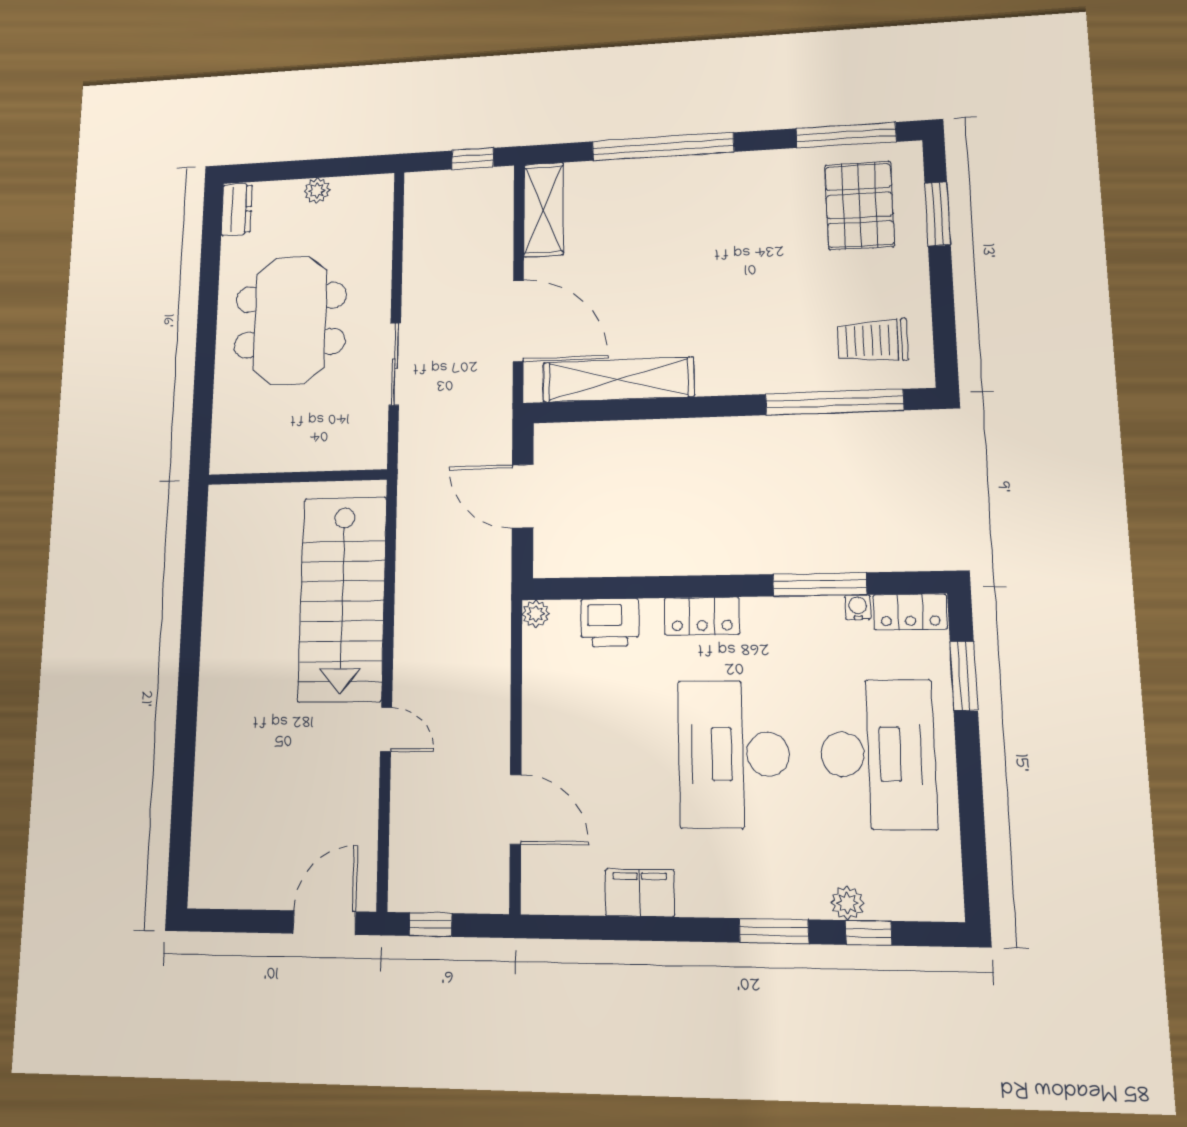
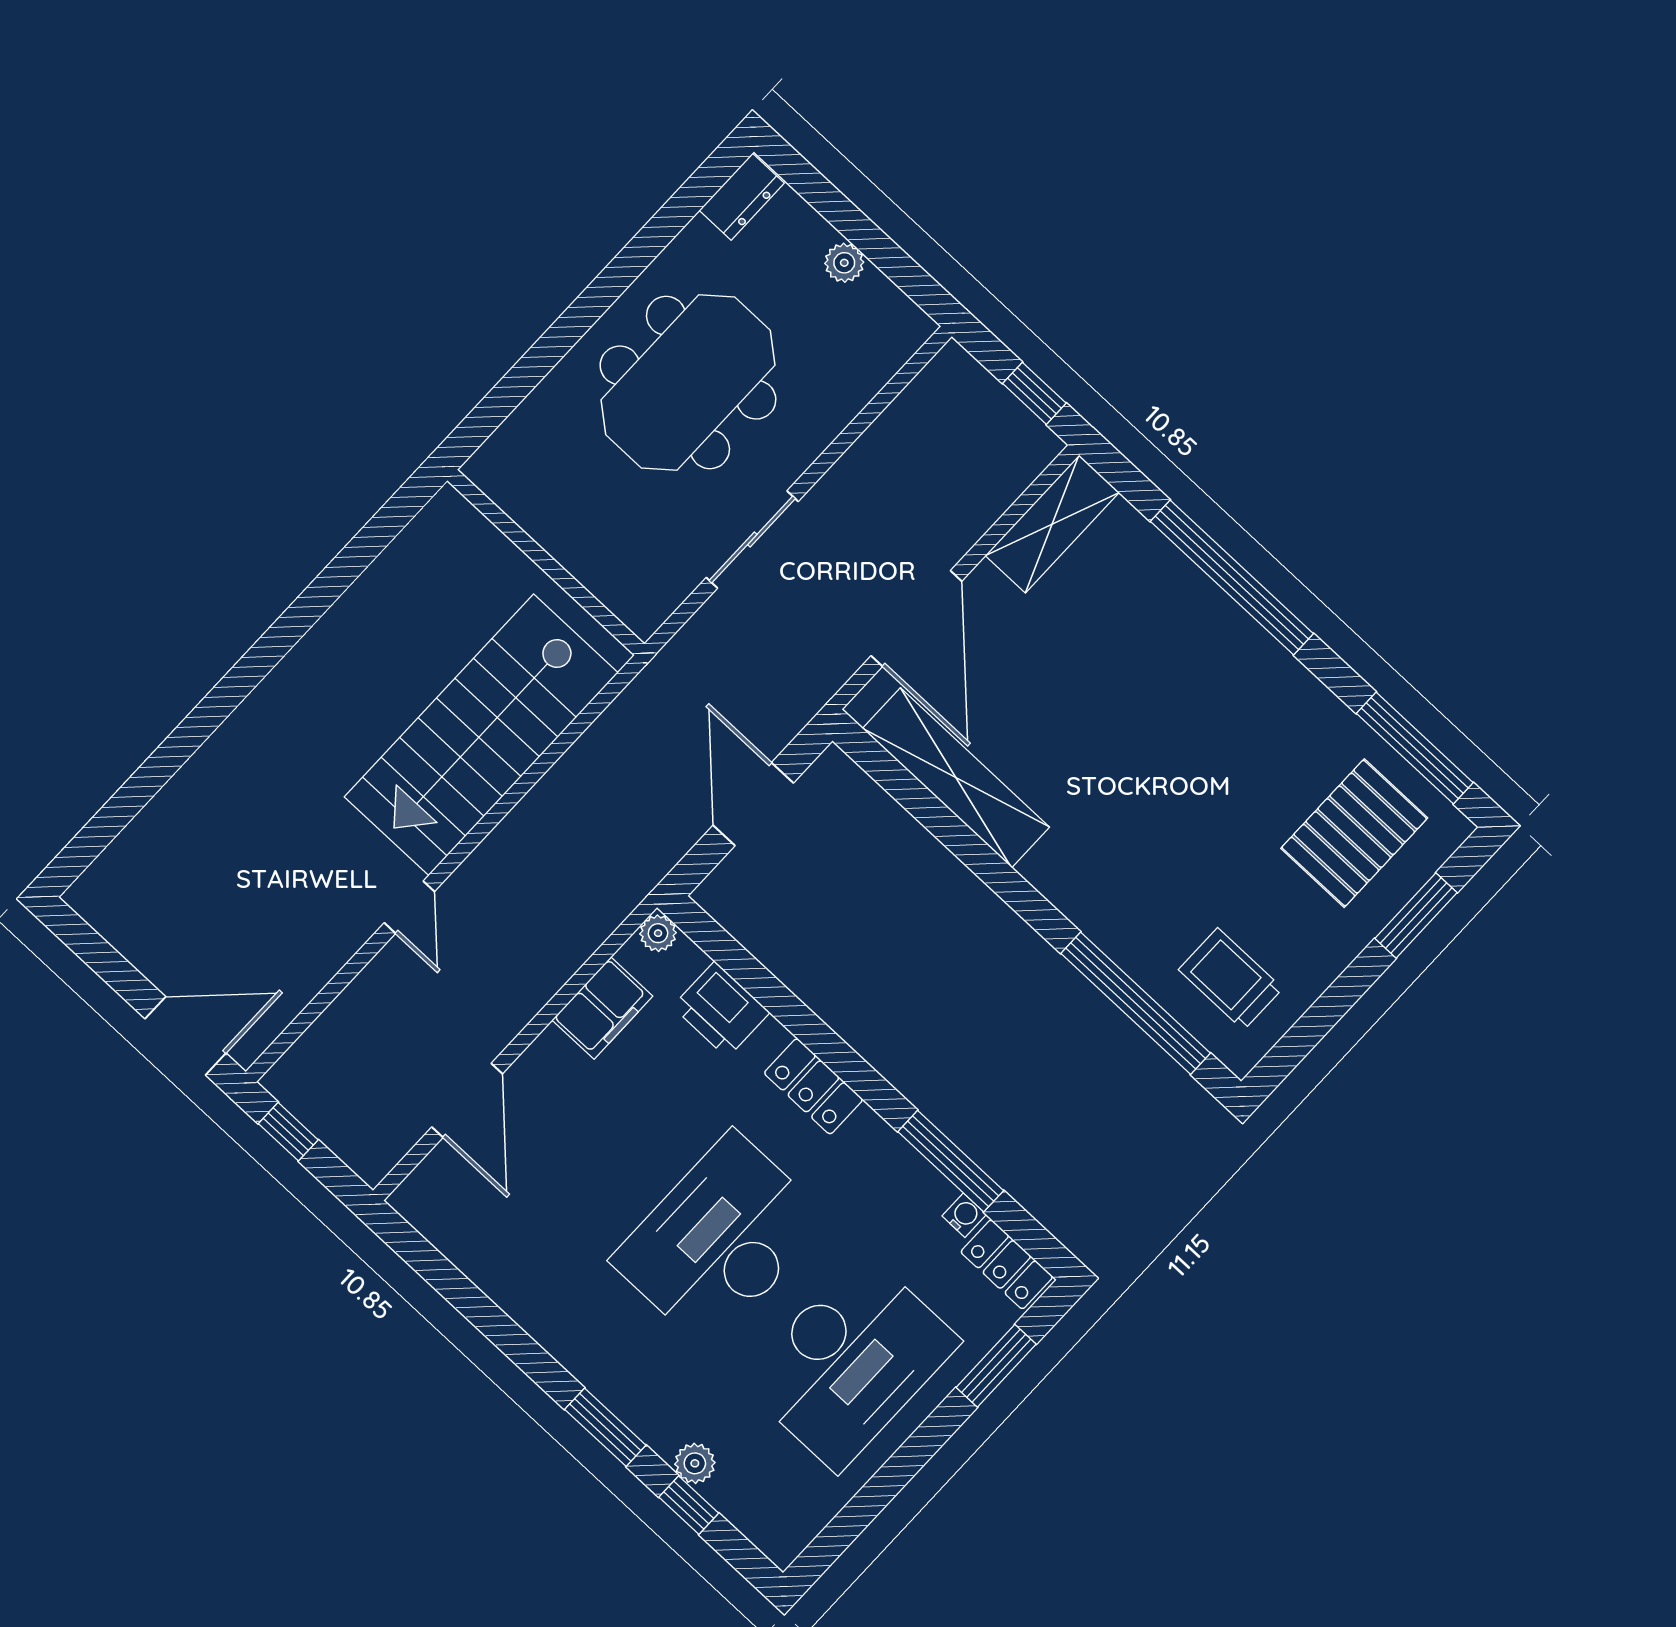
filing cabinet: (640, 893) -> (602, 1008), moved, turned 90

